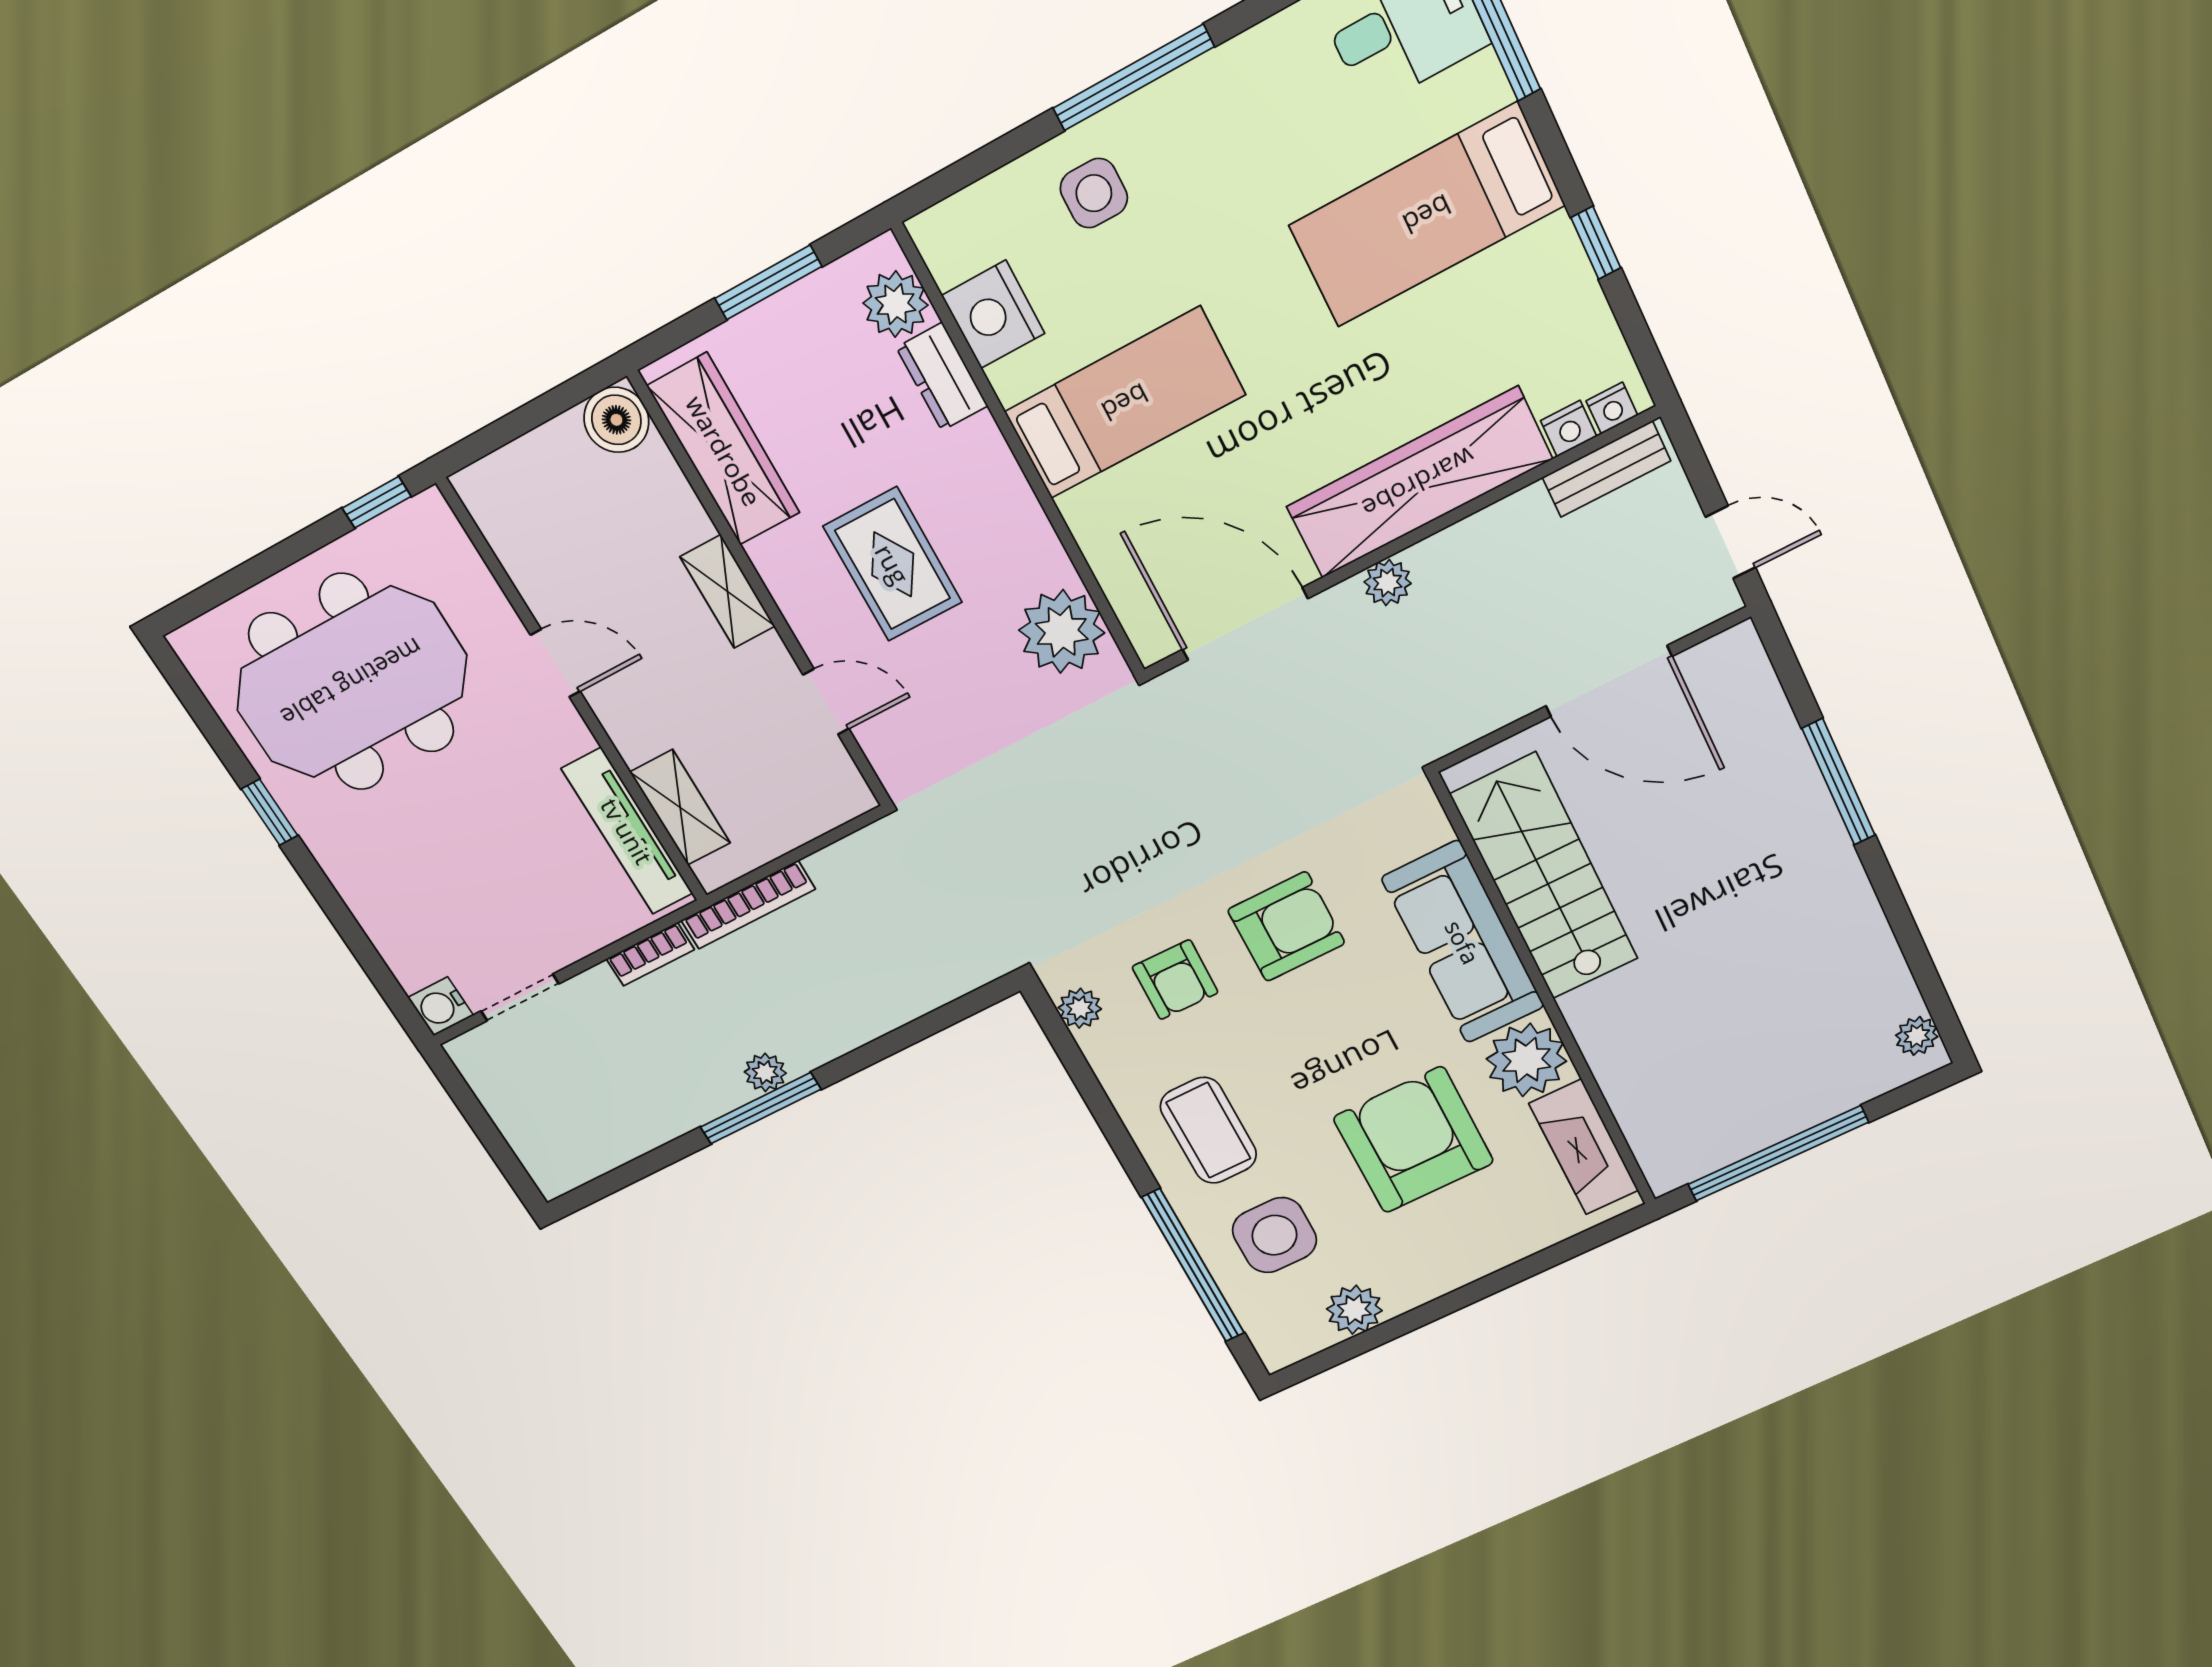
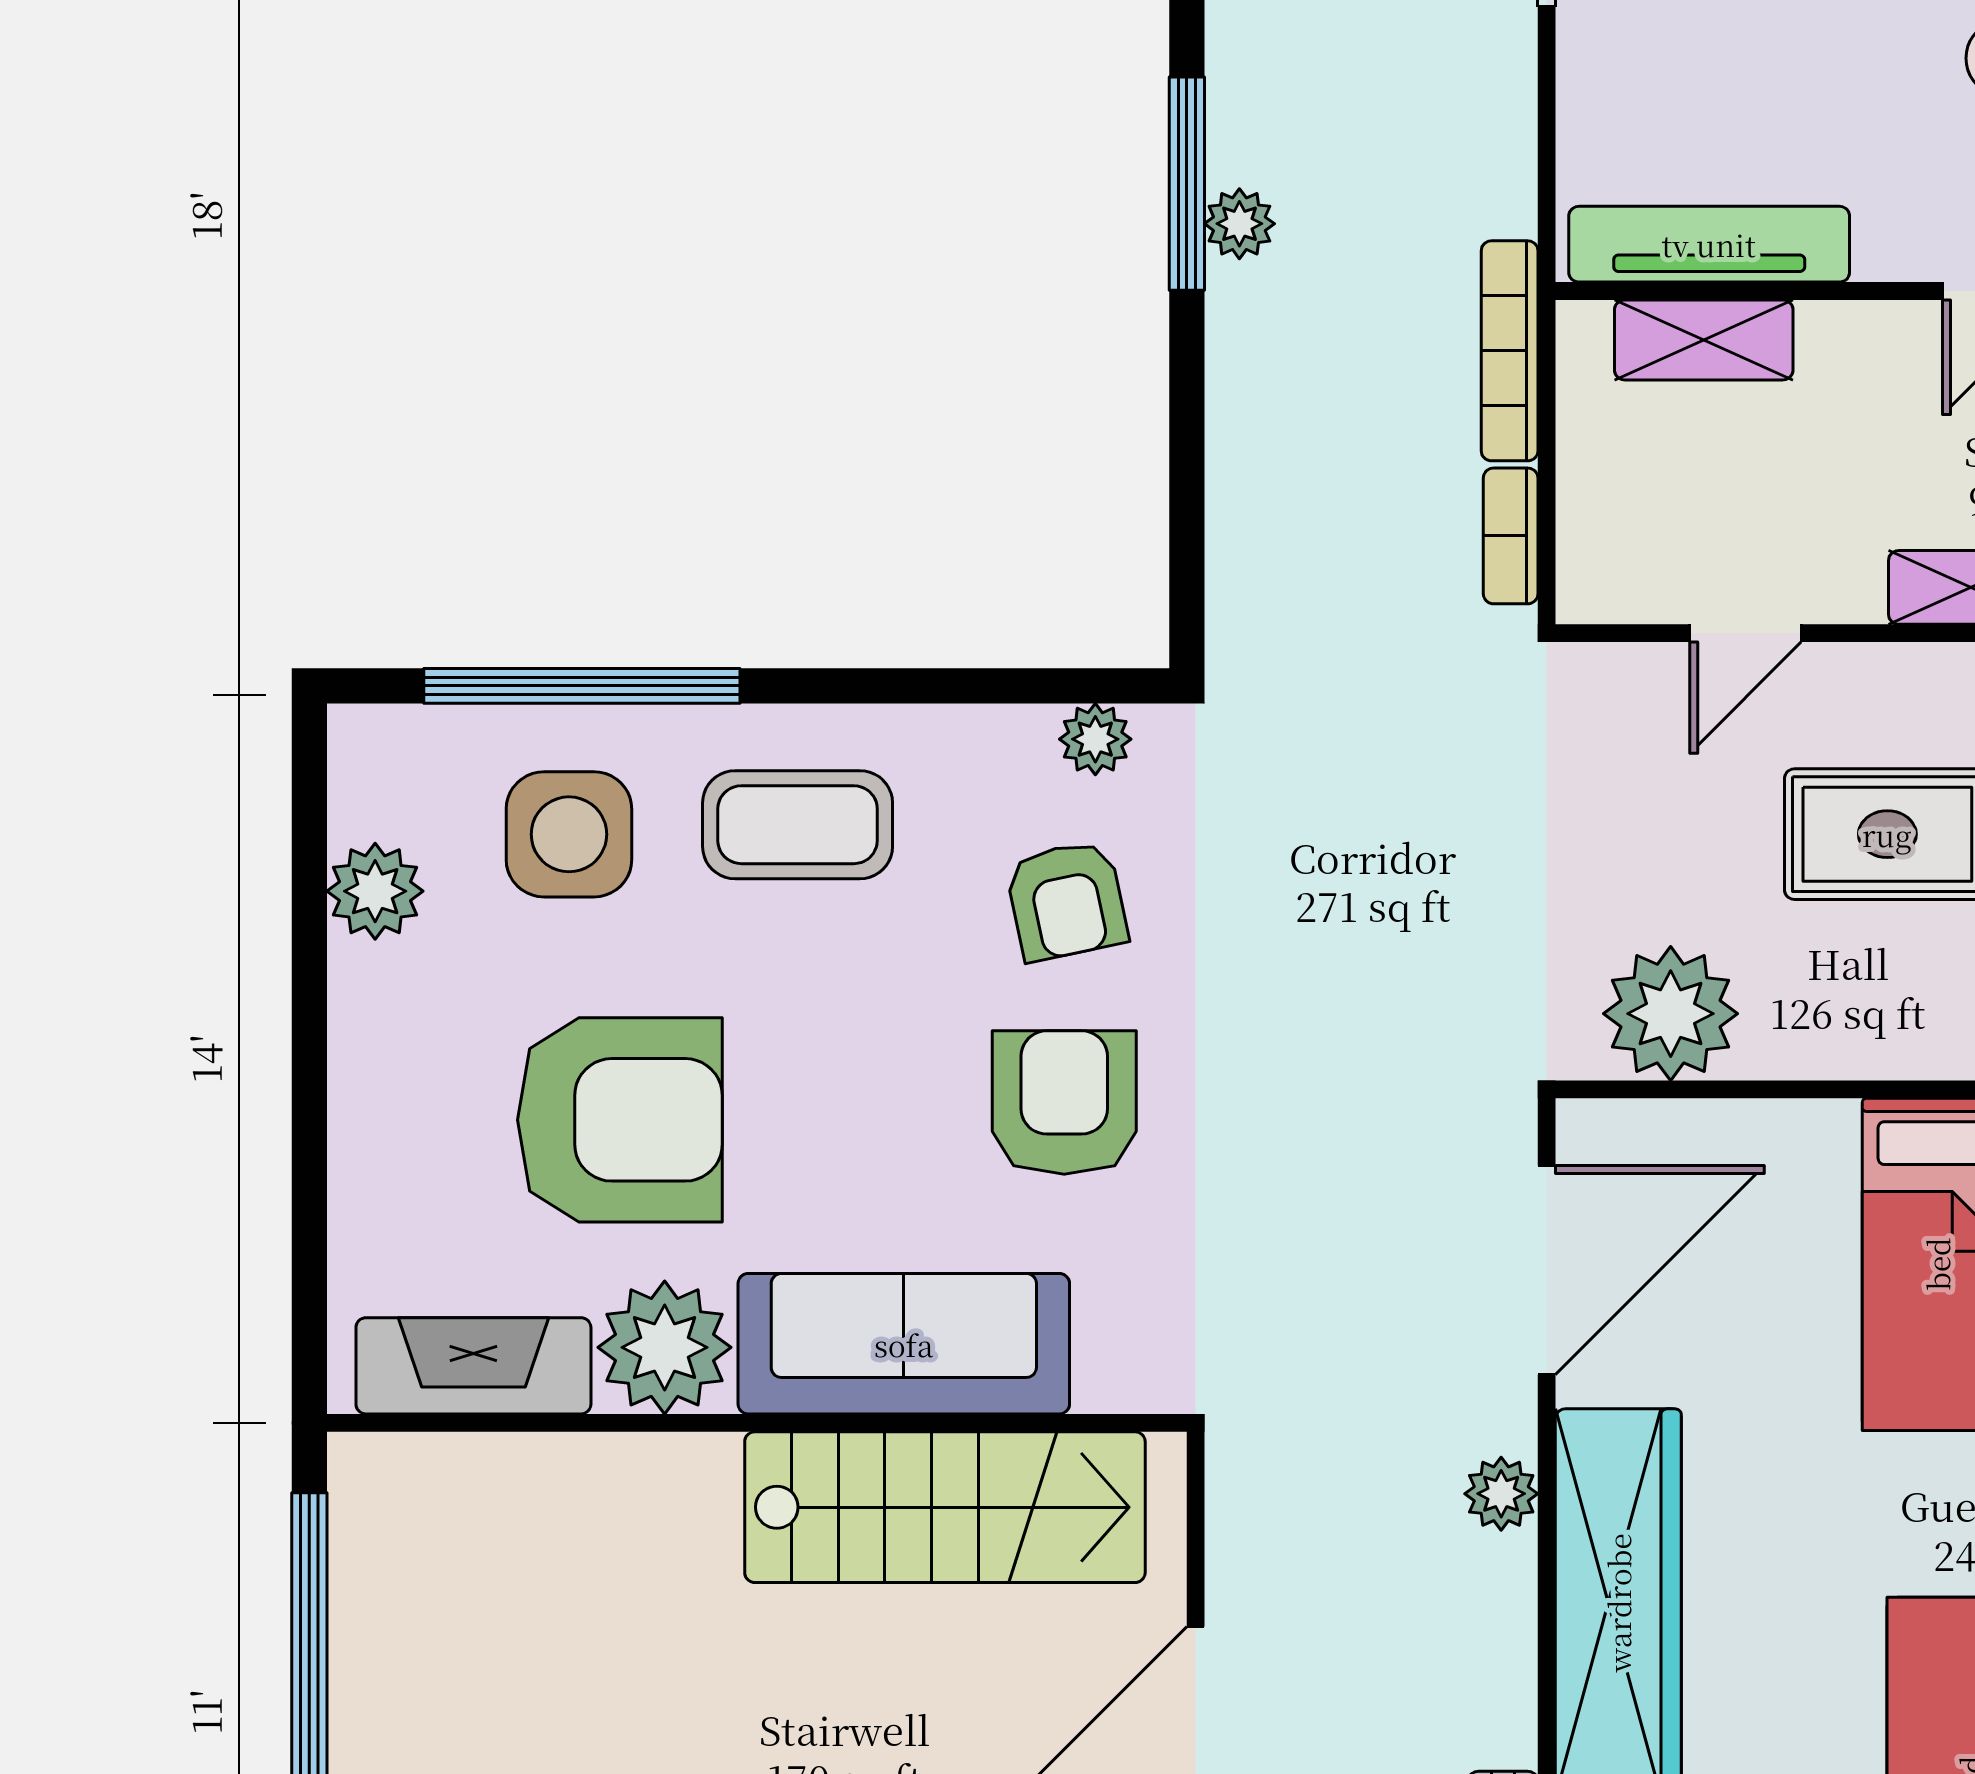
armchair: (1286, 927) -> (1064, 1103), turned 180
bookcase: (650, 954) -> (1511, 536), moved
armchair: (1175, 980) -> (1067, 901), turned -103

